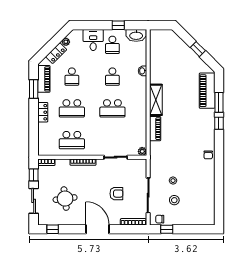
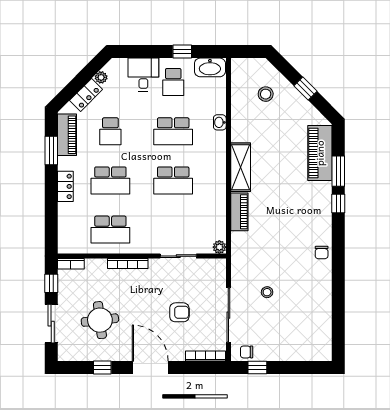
school desk: (112, 77) -> (173, 131), width x1.85
stool: (174, 200) -> (266, 94), moved
window: (53, 229) -> (102, 368), moved

